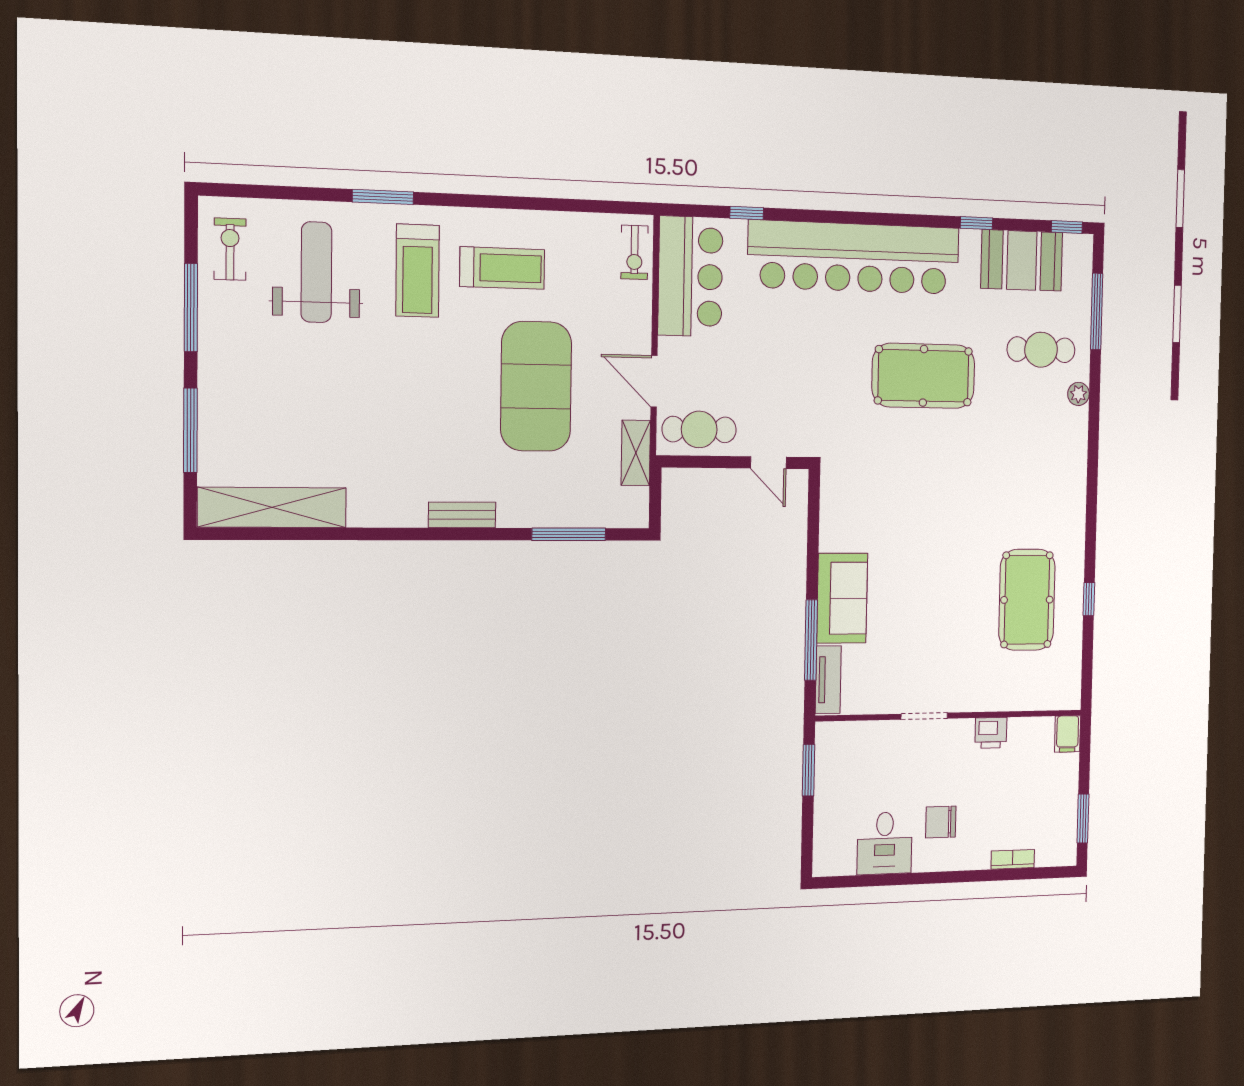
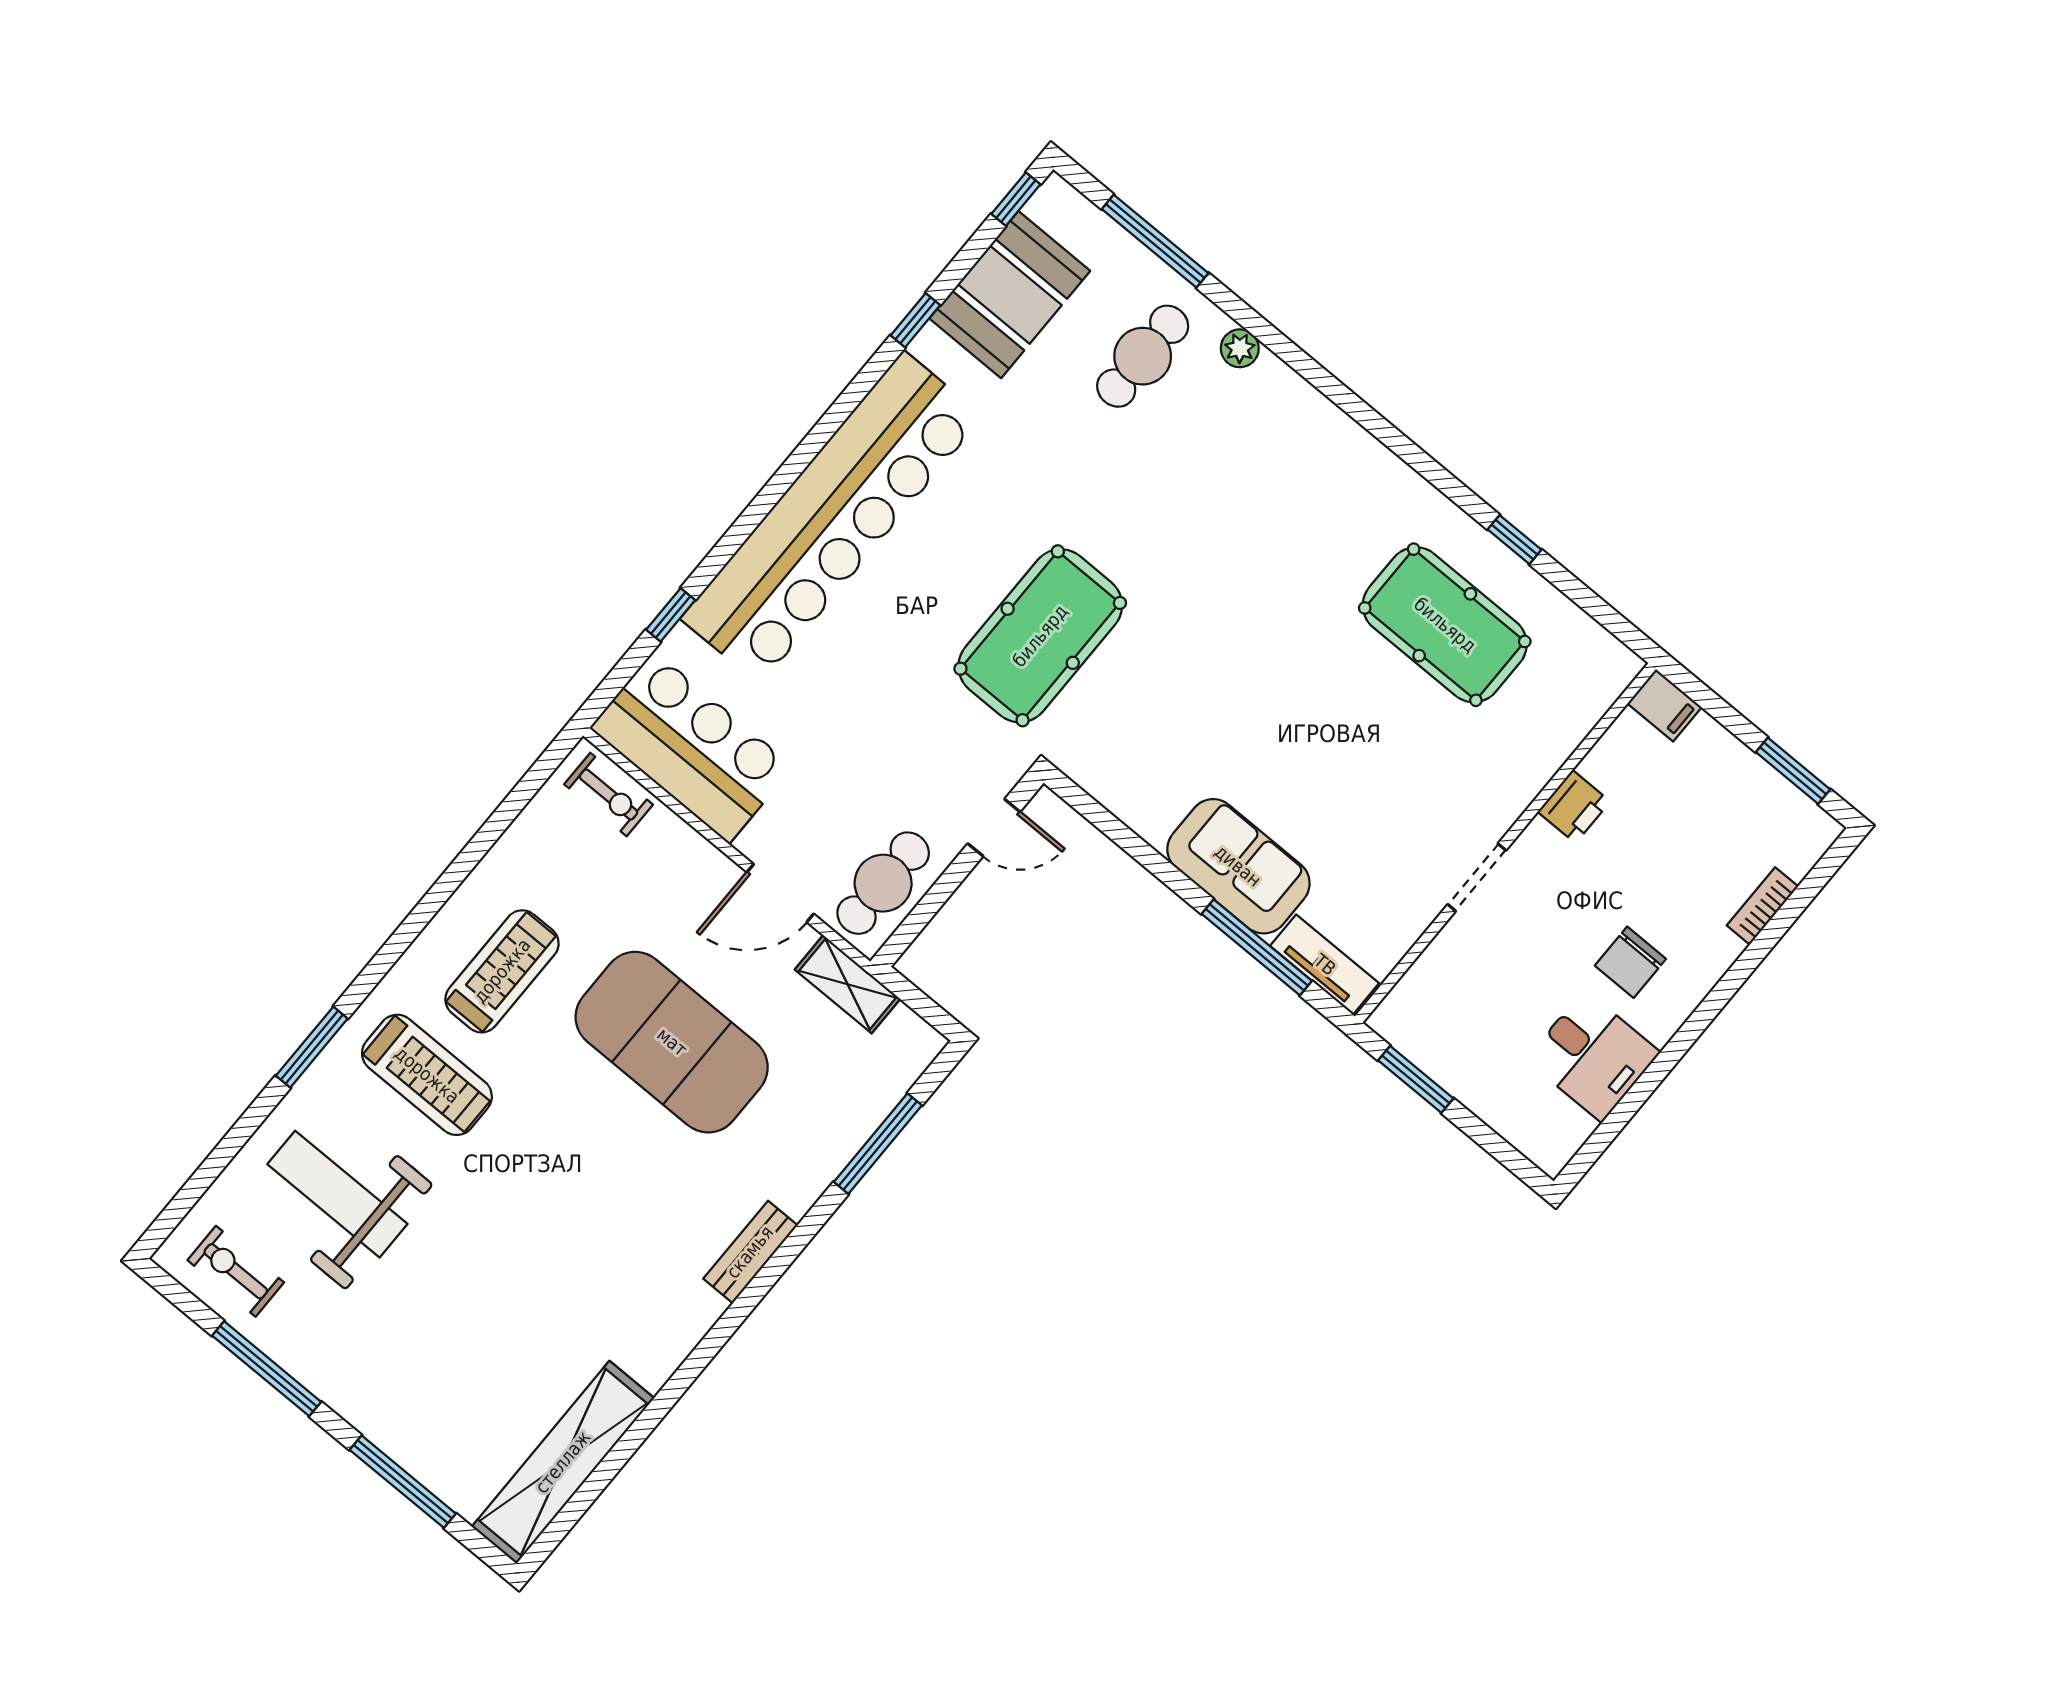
pool table: (923, 376) -> (1040, 636), moved

